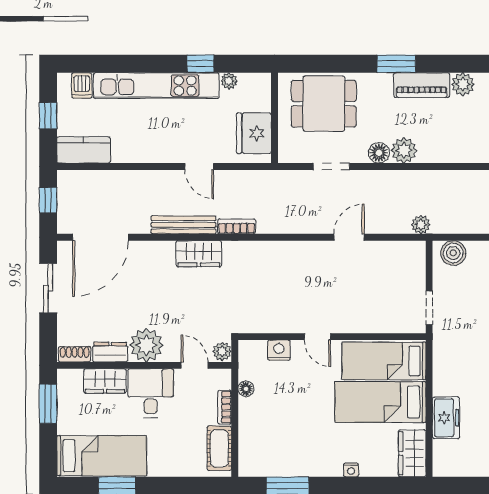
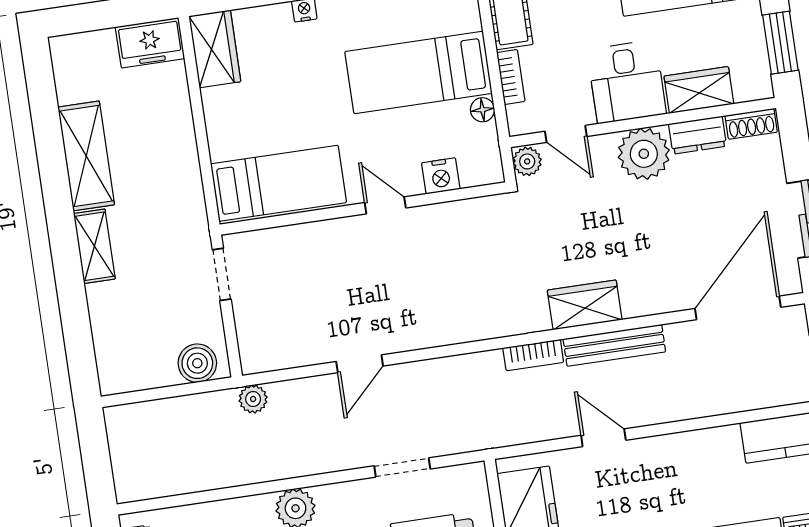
floor lamp: (379, 153) -> (333, 499), removed
bed: (380, 402) -> (418, 72), moved, turned 180
freezer: (446, 418) -> (150, 43), moved, turned -90

